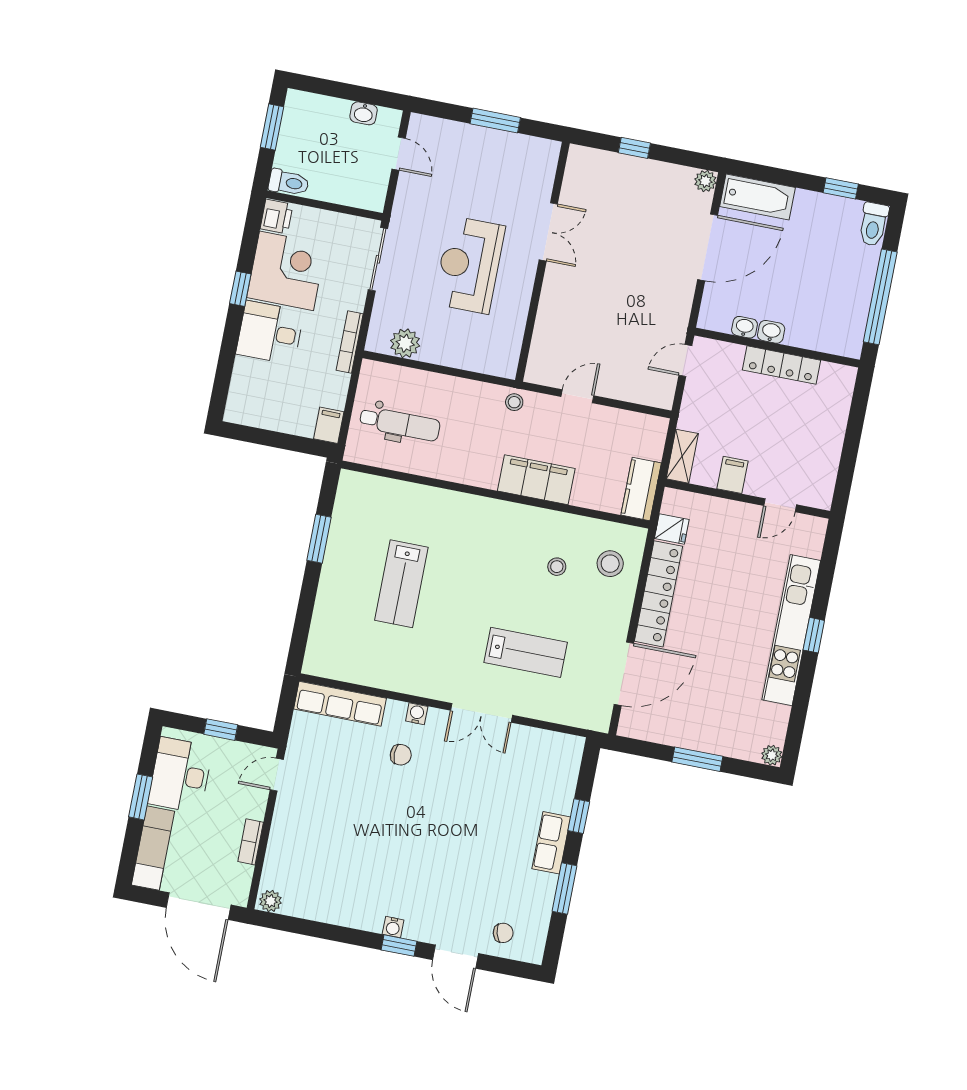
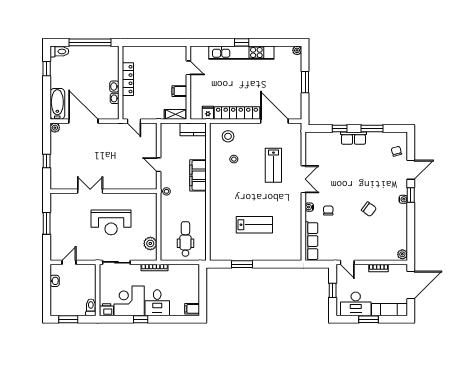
filing cabinet: (329, 425) -> (192, 309), moved
lab bench: (526, 652) -> (273, 165), turned 180
chair: (386, 846) -> (369, 209), added

